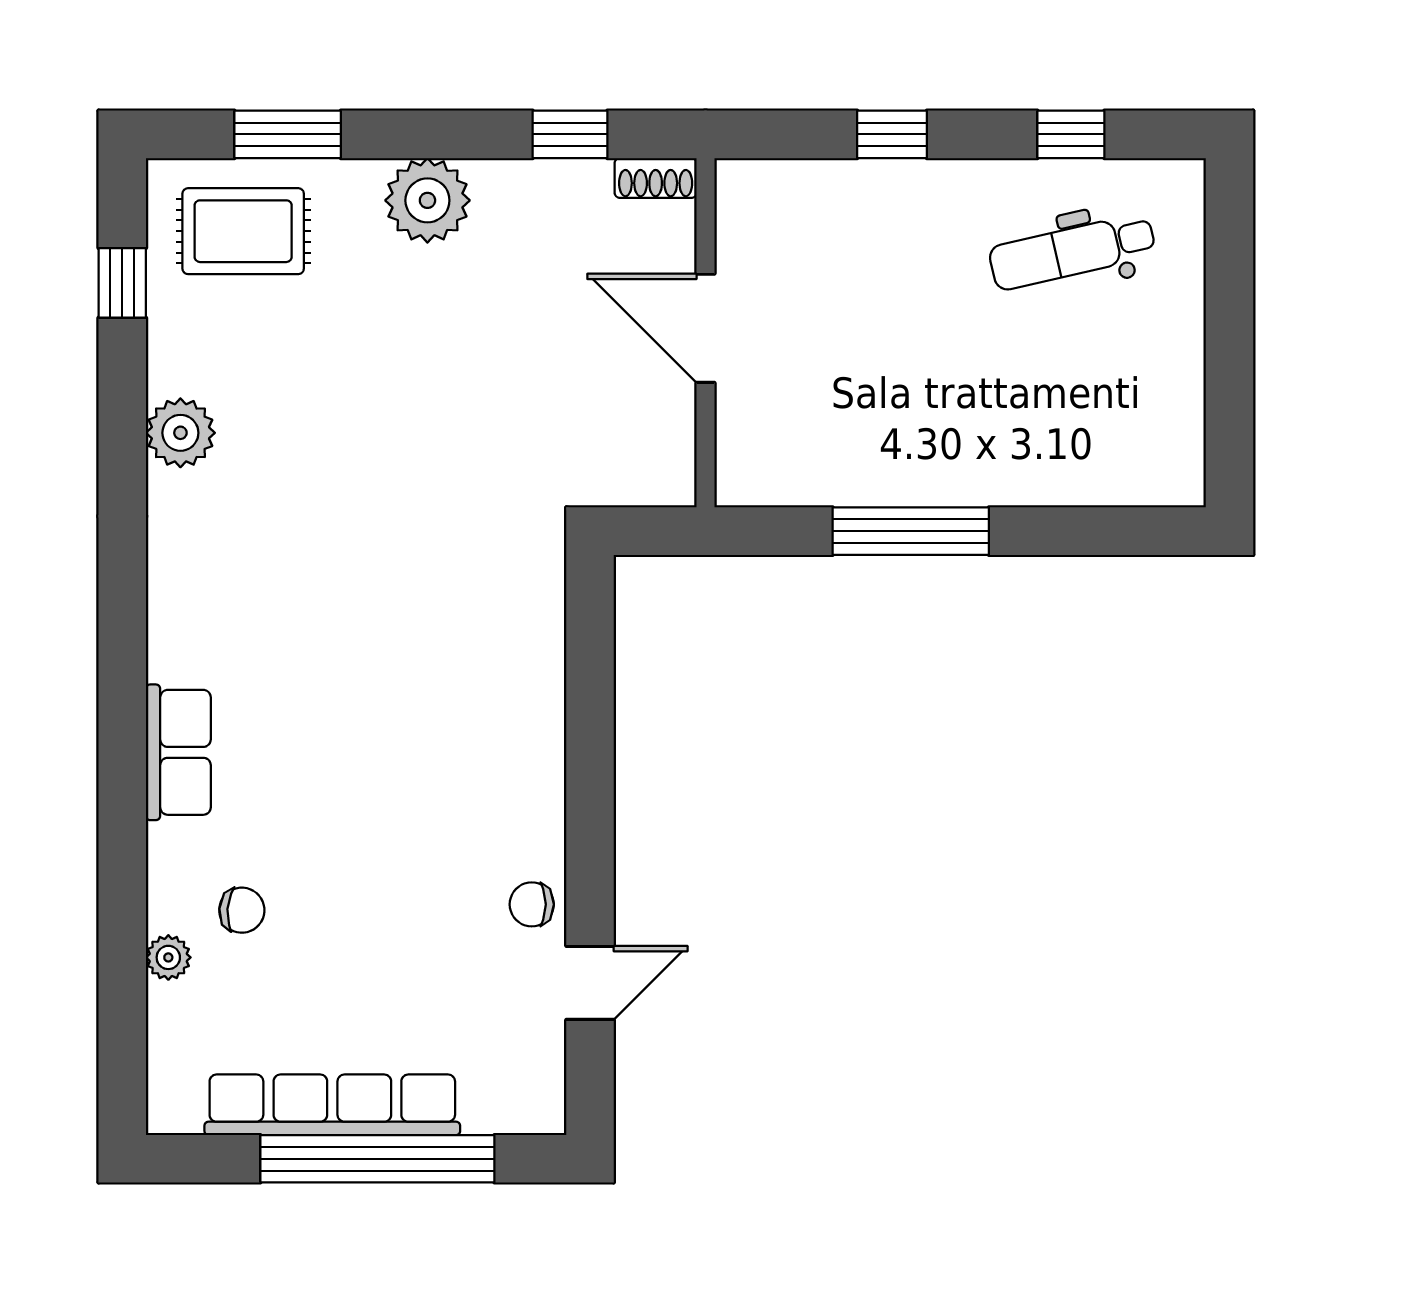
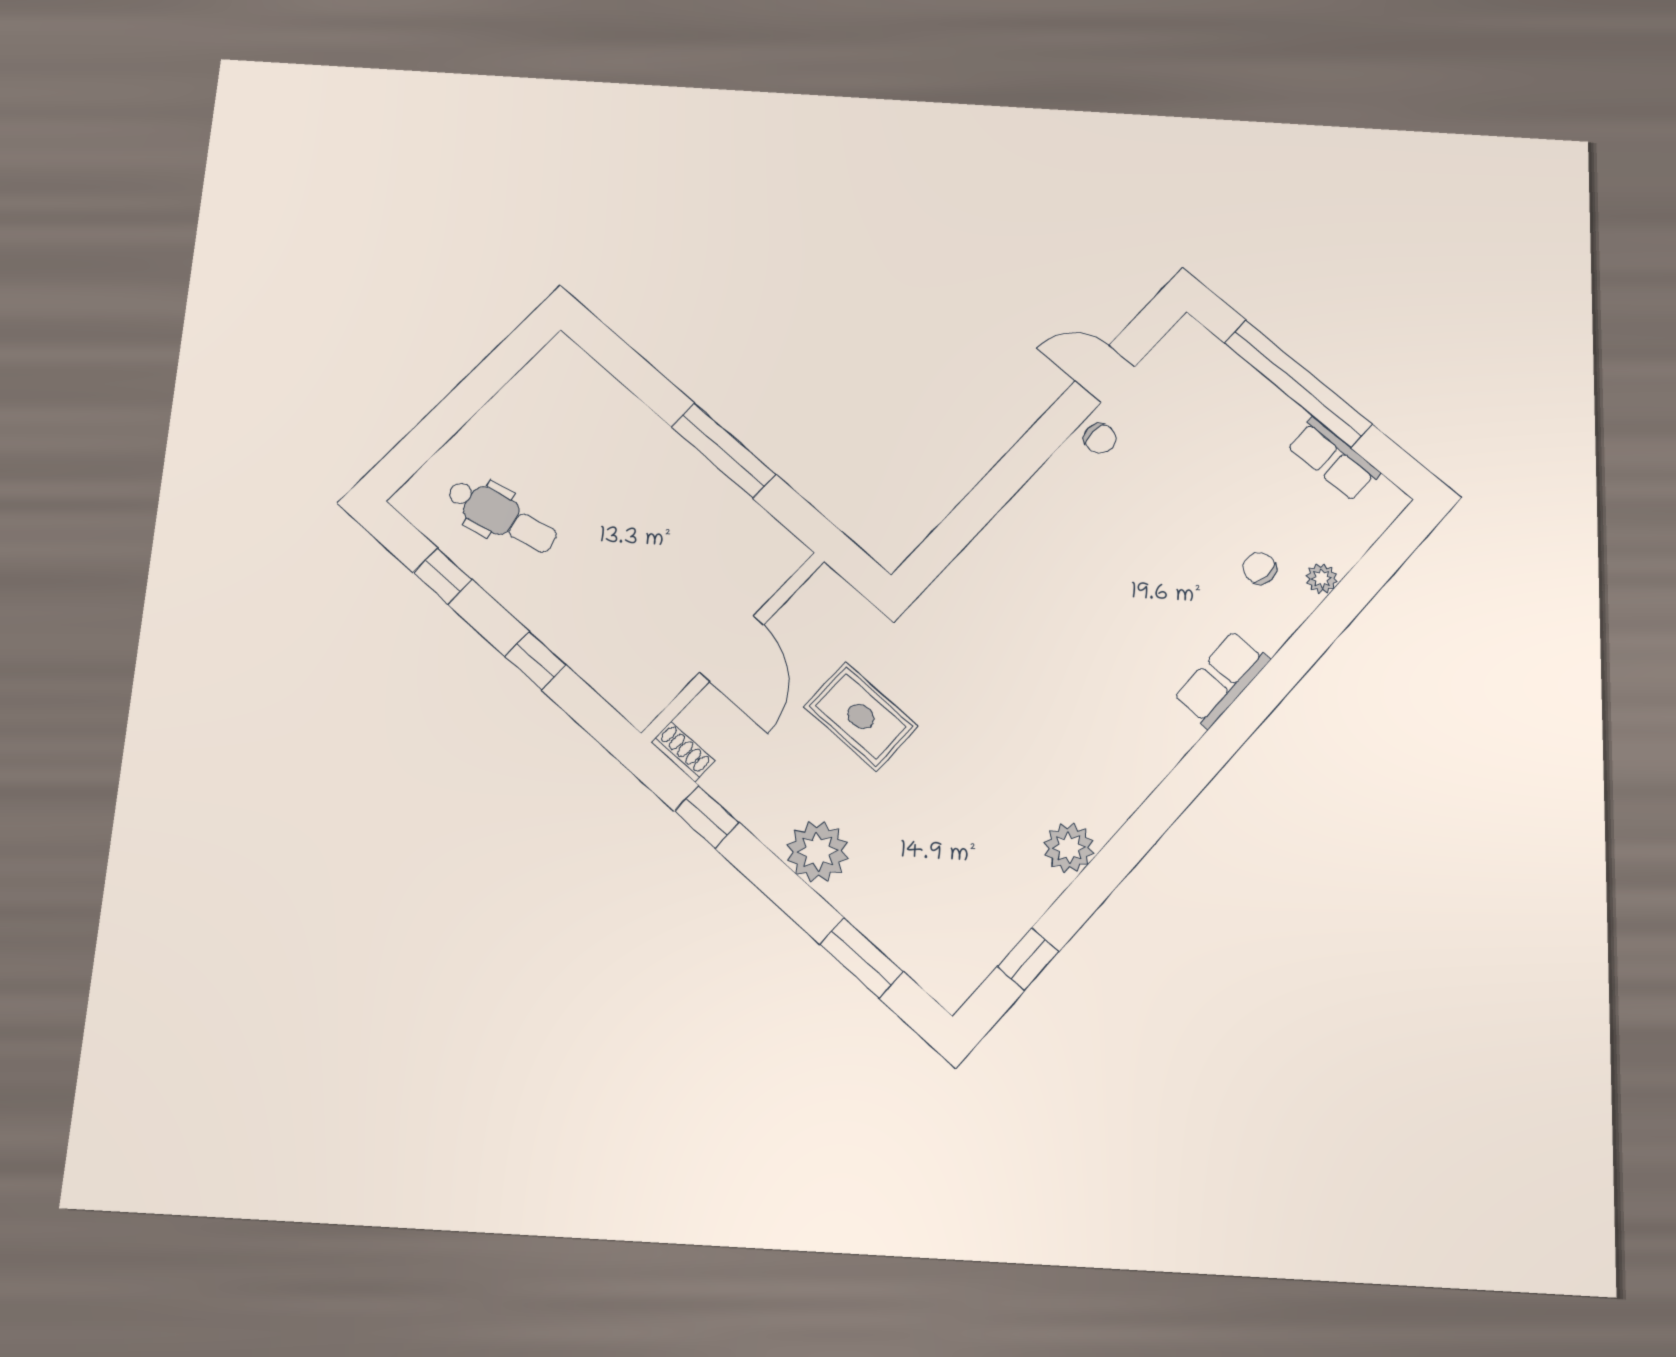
rug: (243, 231) -> (861, 716), moved
row of seats: (332, 1105) -> (1333, 459), width x0.50

